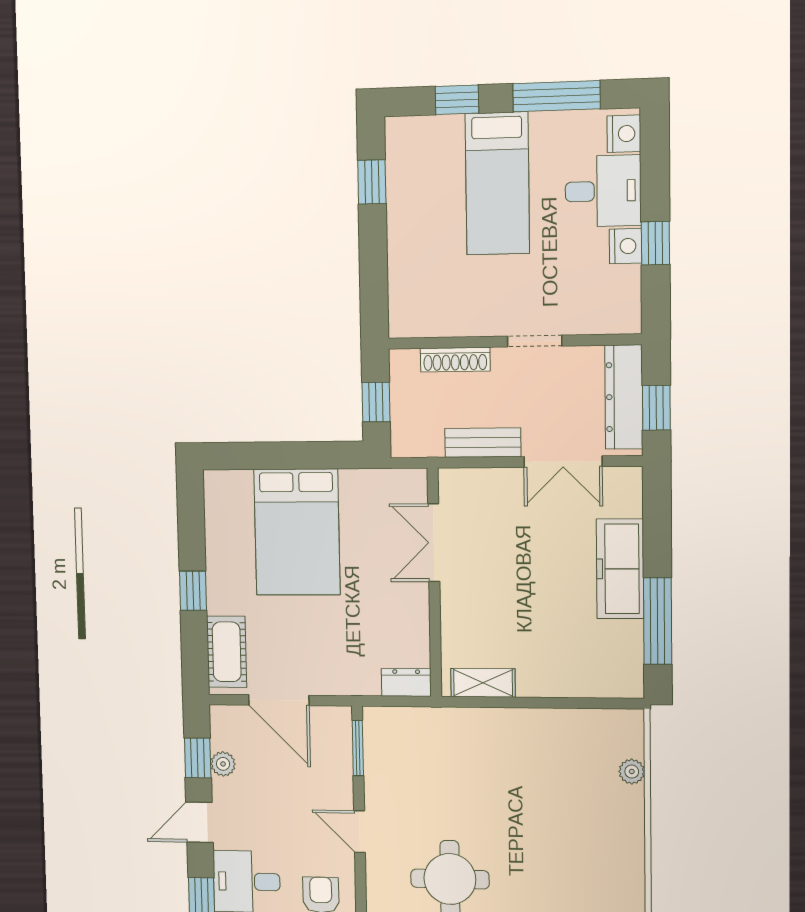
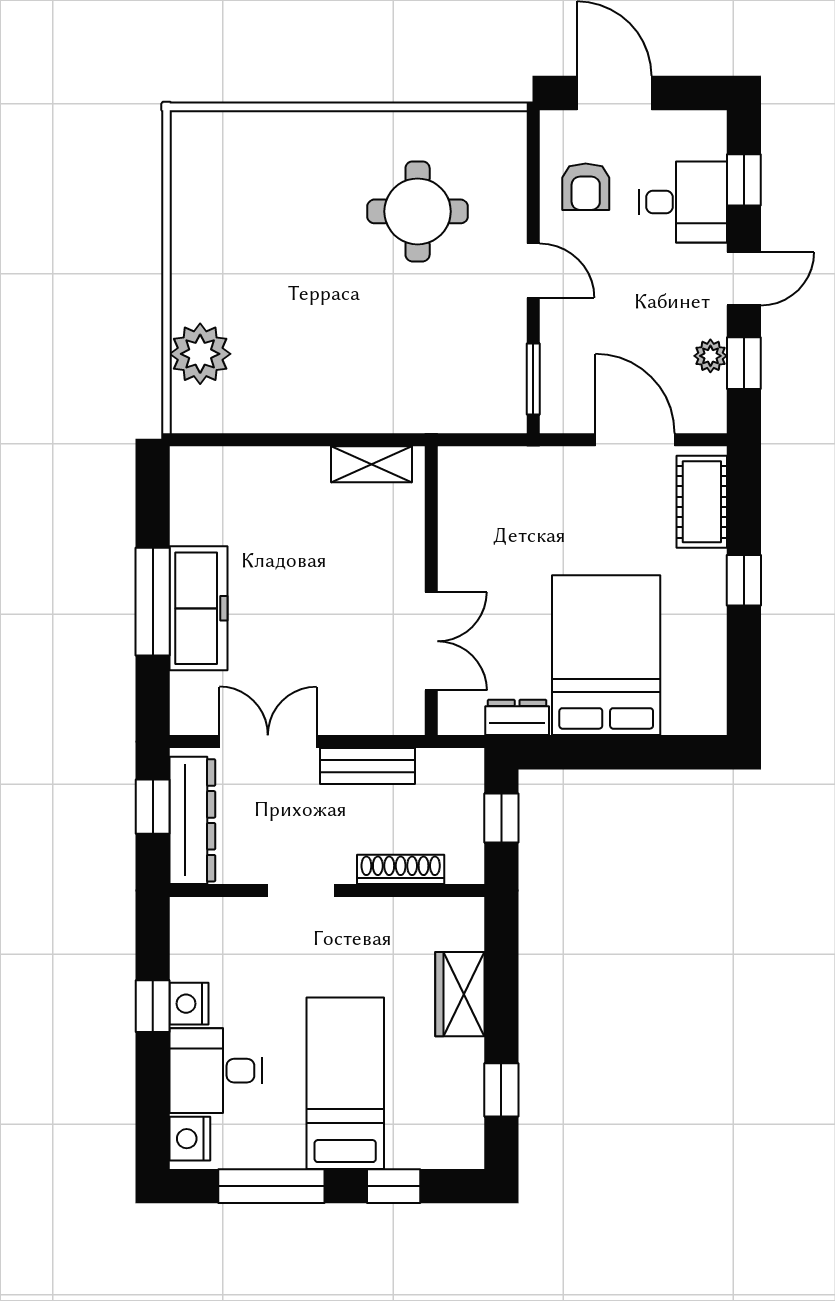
wardrobe: (406, 259) -> (460, 994), added
window: (658, 621) -> (153, 602), moved
dresser: (406, 682) -> (517, 717), moved, turned 180
plant: (632, 772) -> (200, 354), width x1.88, depth x1.88

